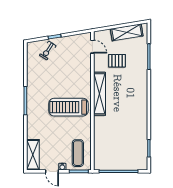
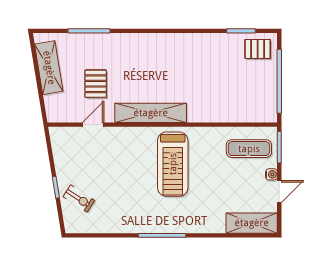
door: (92, 47) -> (93, 125), moved
pallet: (138, 158) -> (258, 49), added

